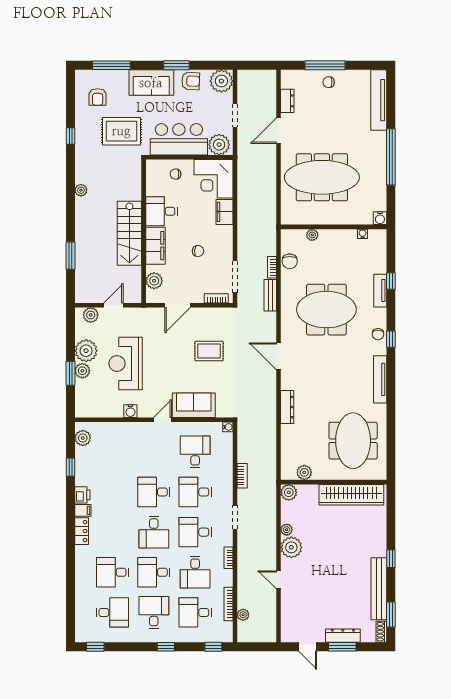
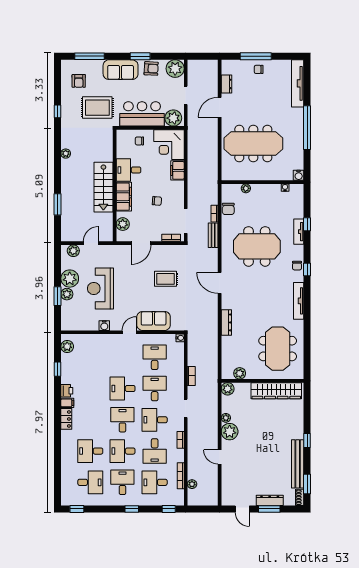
desk: (195, 492) -> (155, 389), turned 90
desk: (154, 532) -> (122, 420), turned 180

